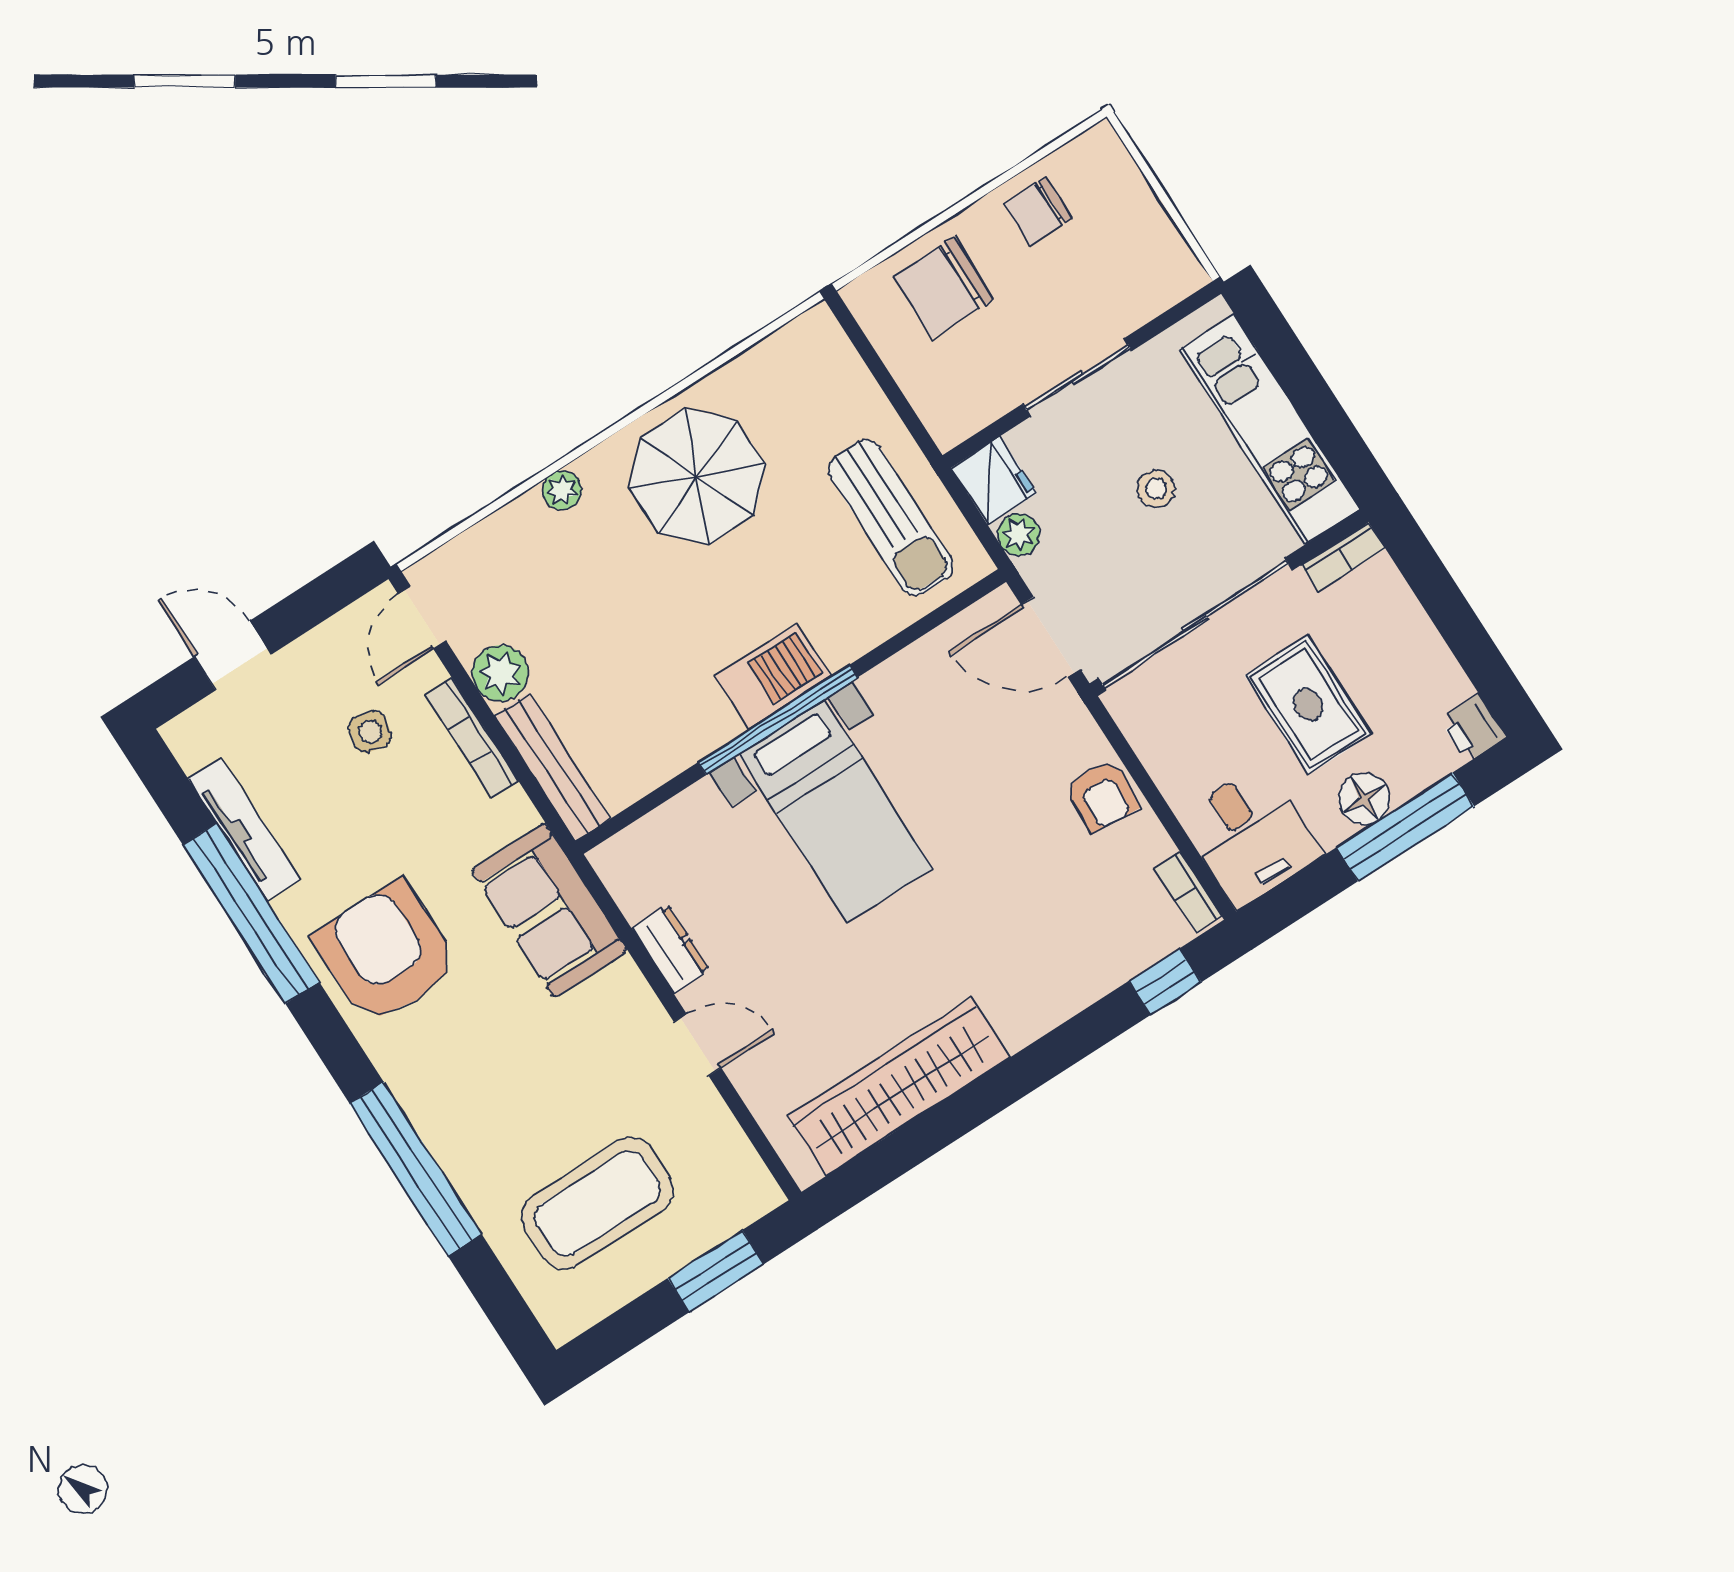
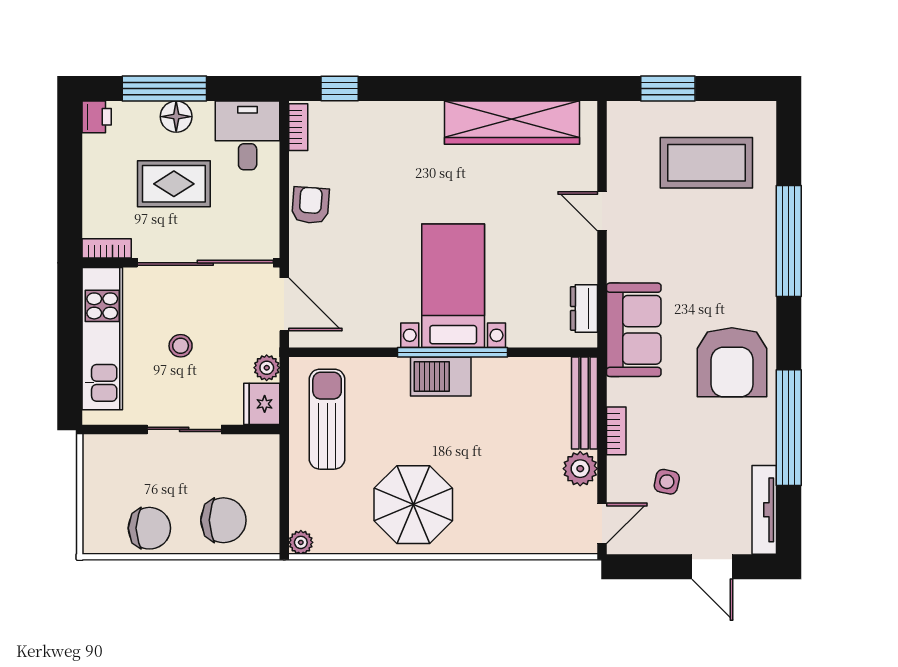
chair: (1038, 211) -> (149, 528), width x1.37, depth x1.37
plant: (562, 490) -> (301, 542), moved
rug: (1308, 705) -> (174, 184), turned 90
bookcase: (472, 738) -> (616, 431), width x0.64
tv unit: (244, 829) -> (764, 510), moved
dresser: (671, 949) -> (584, 308), moved

